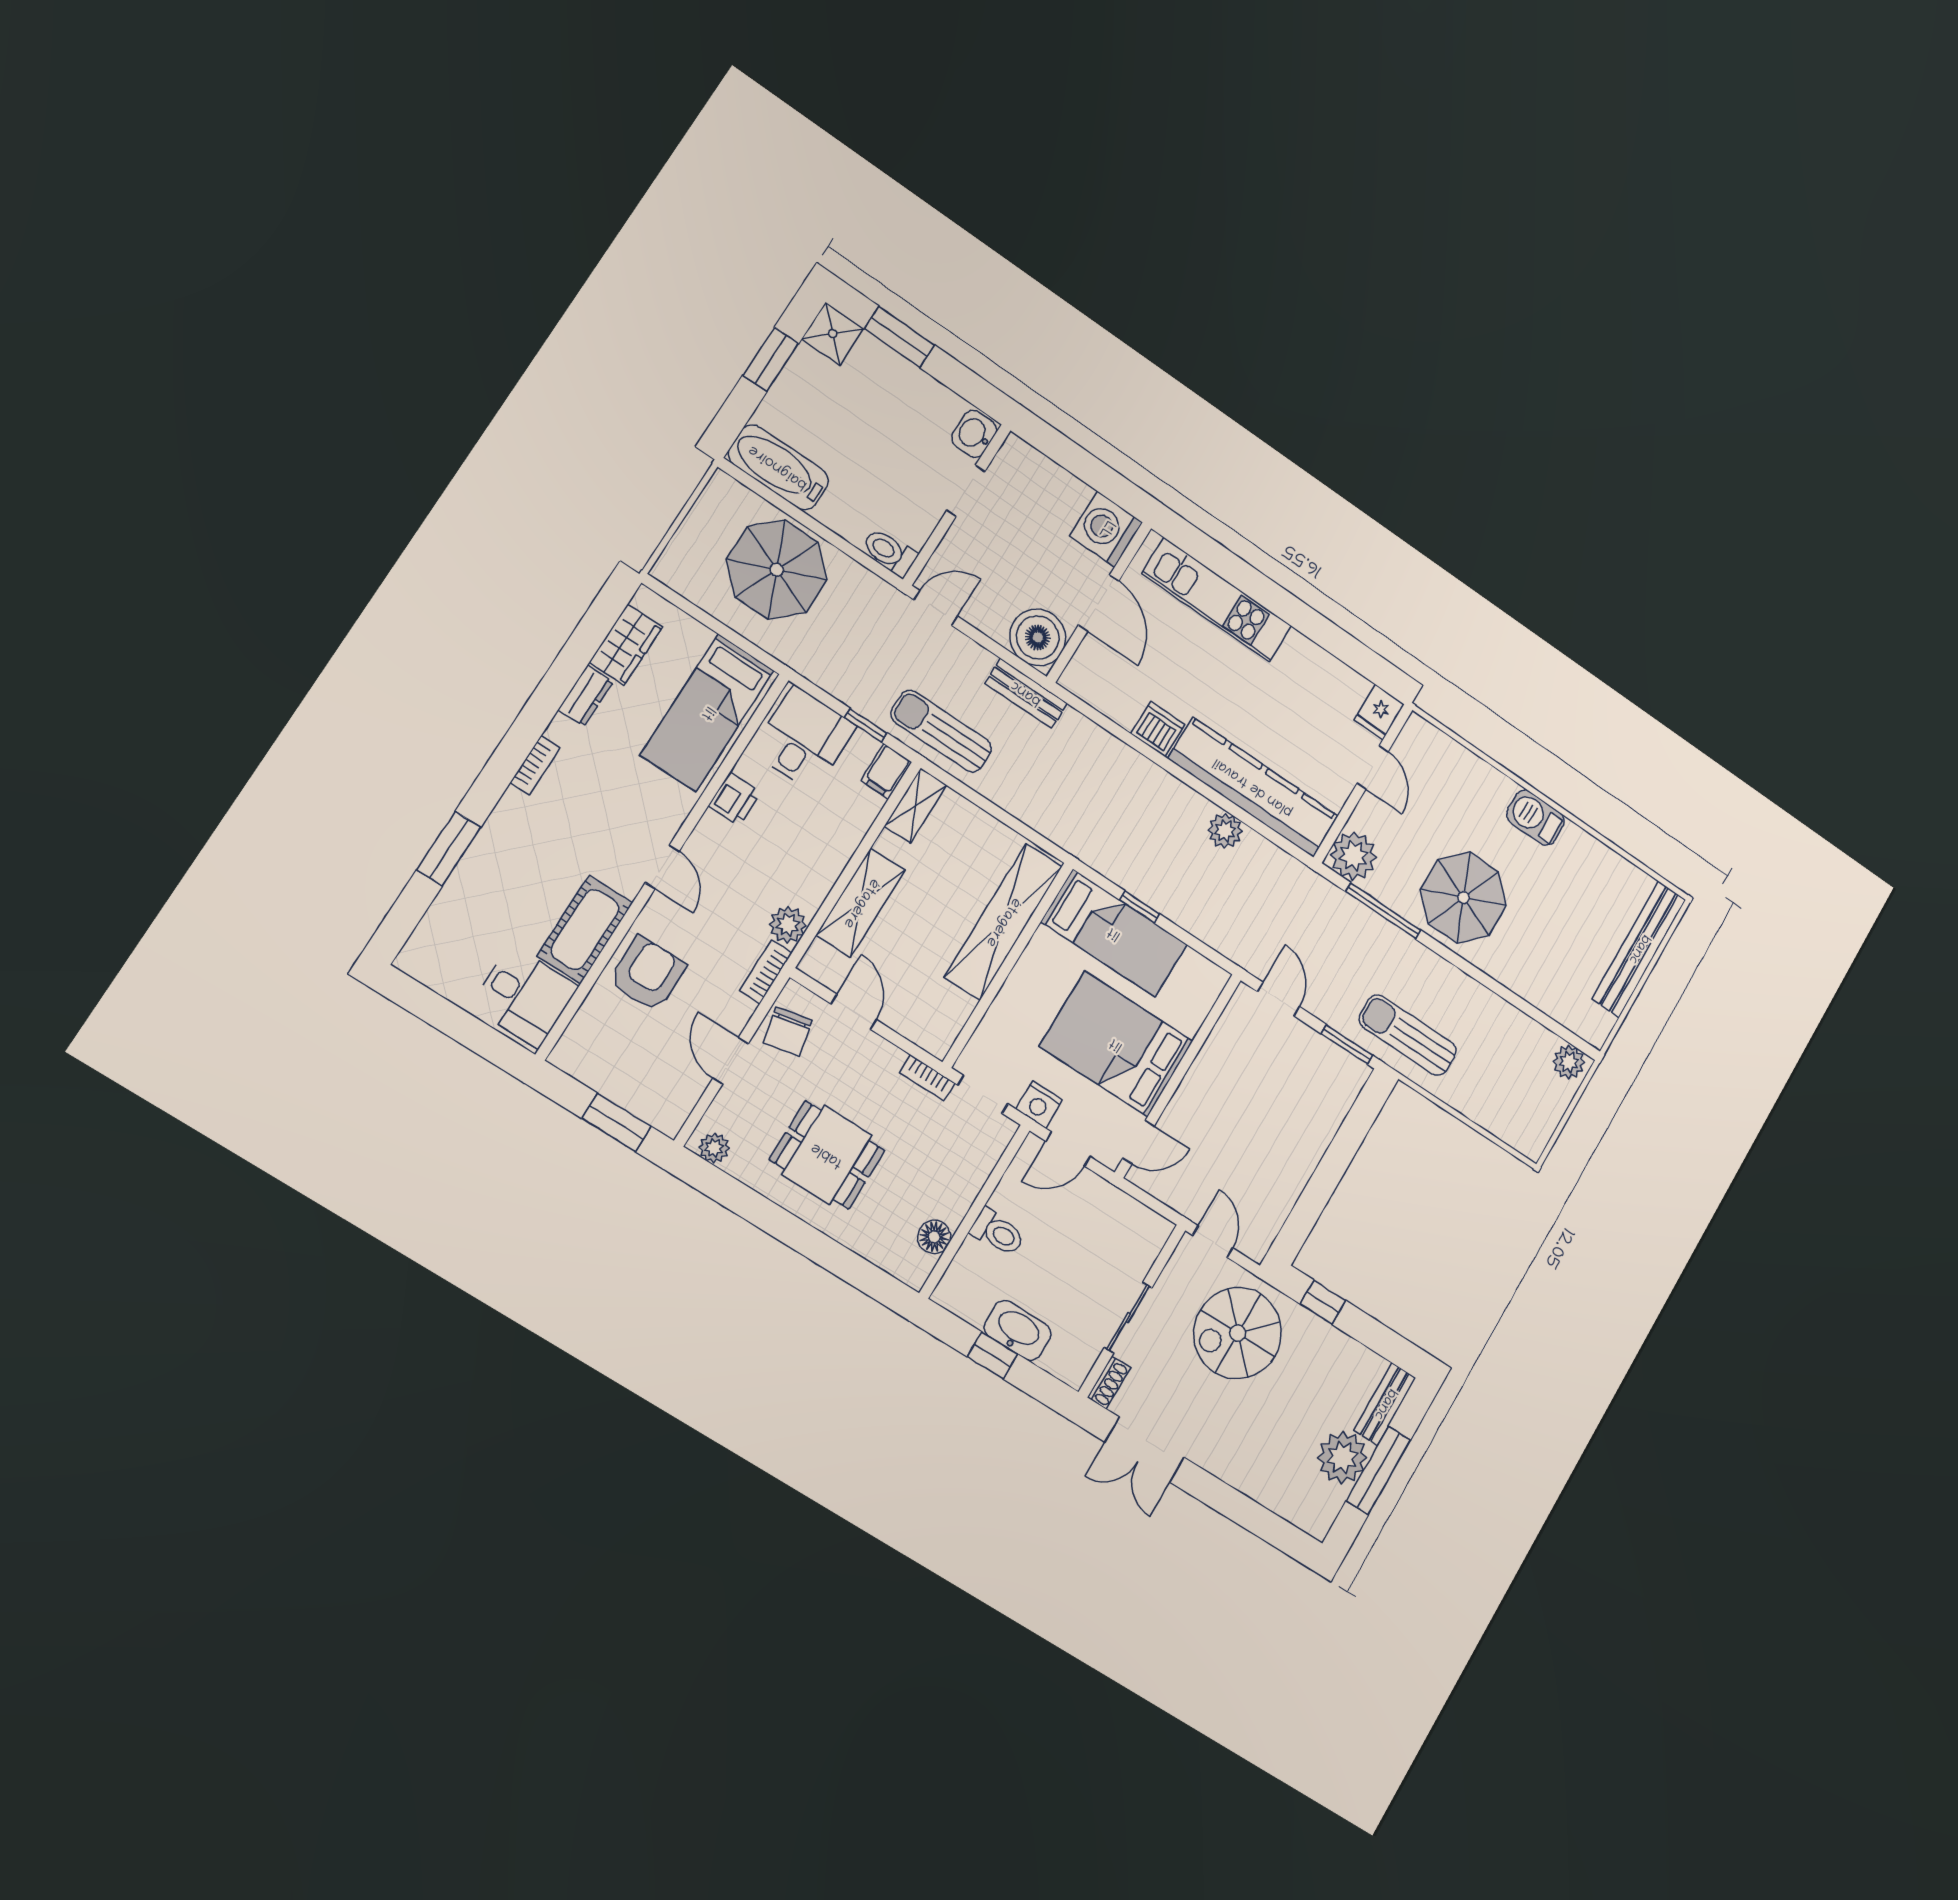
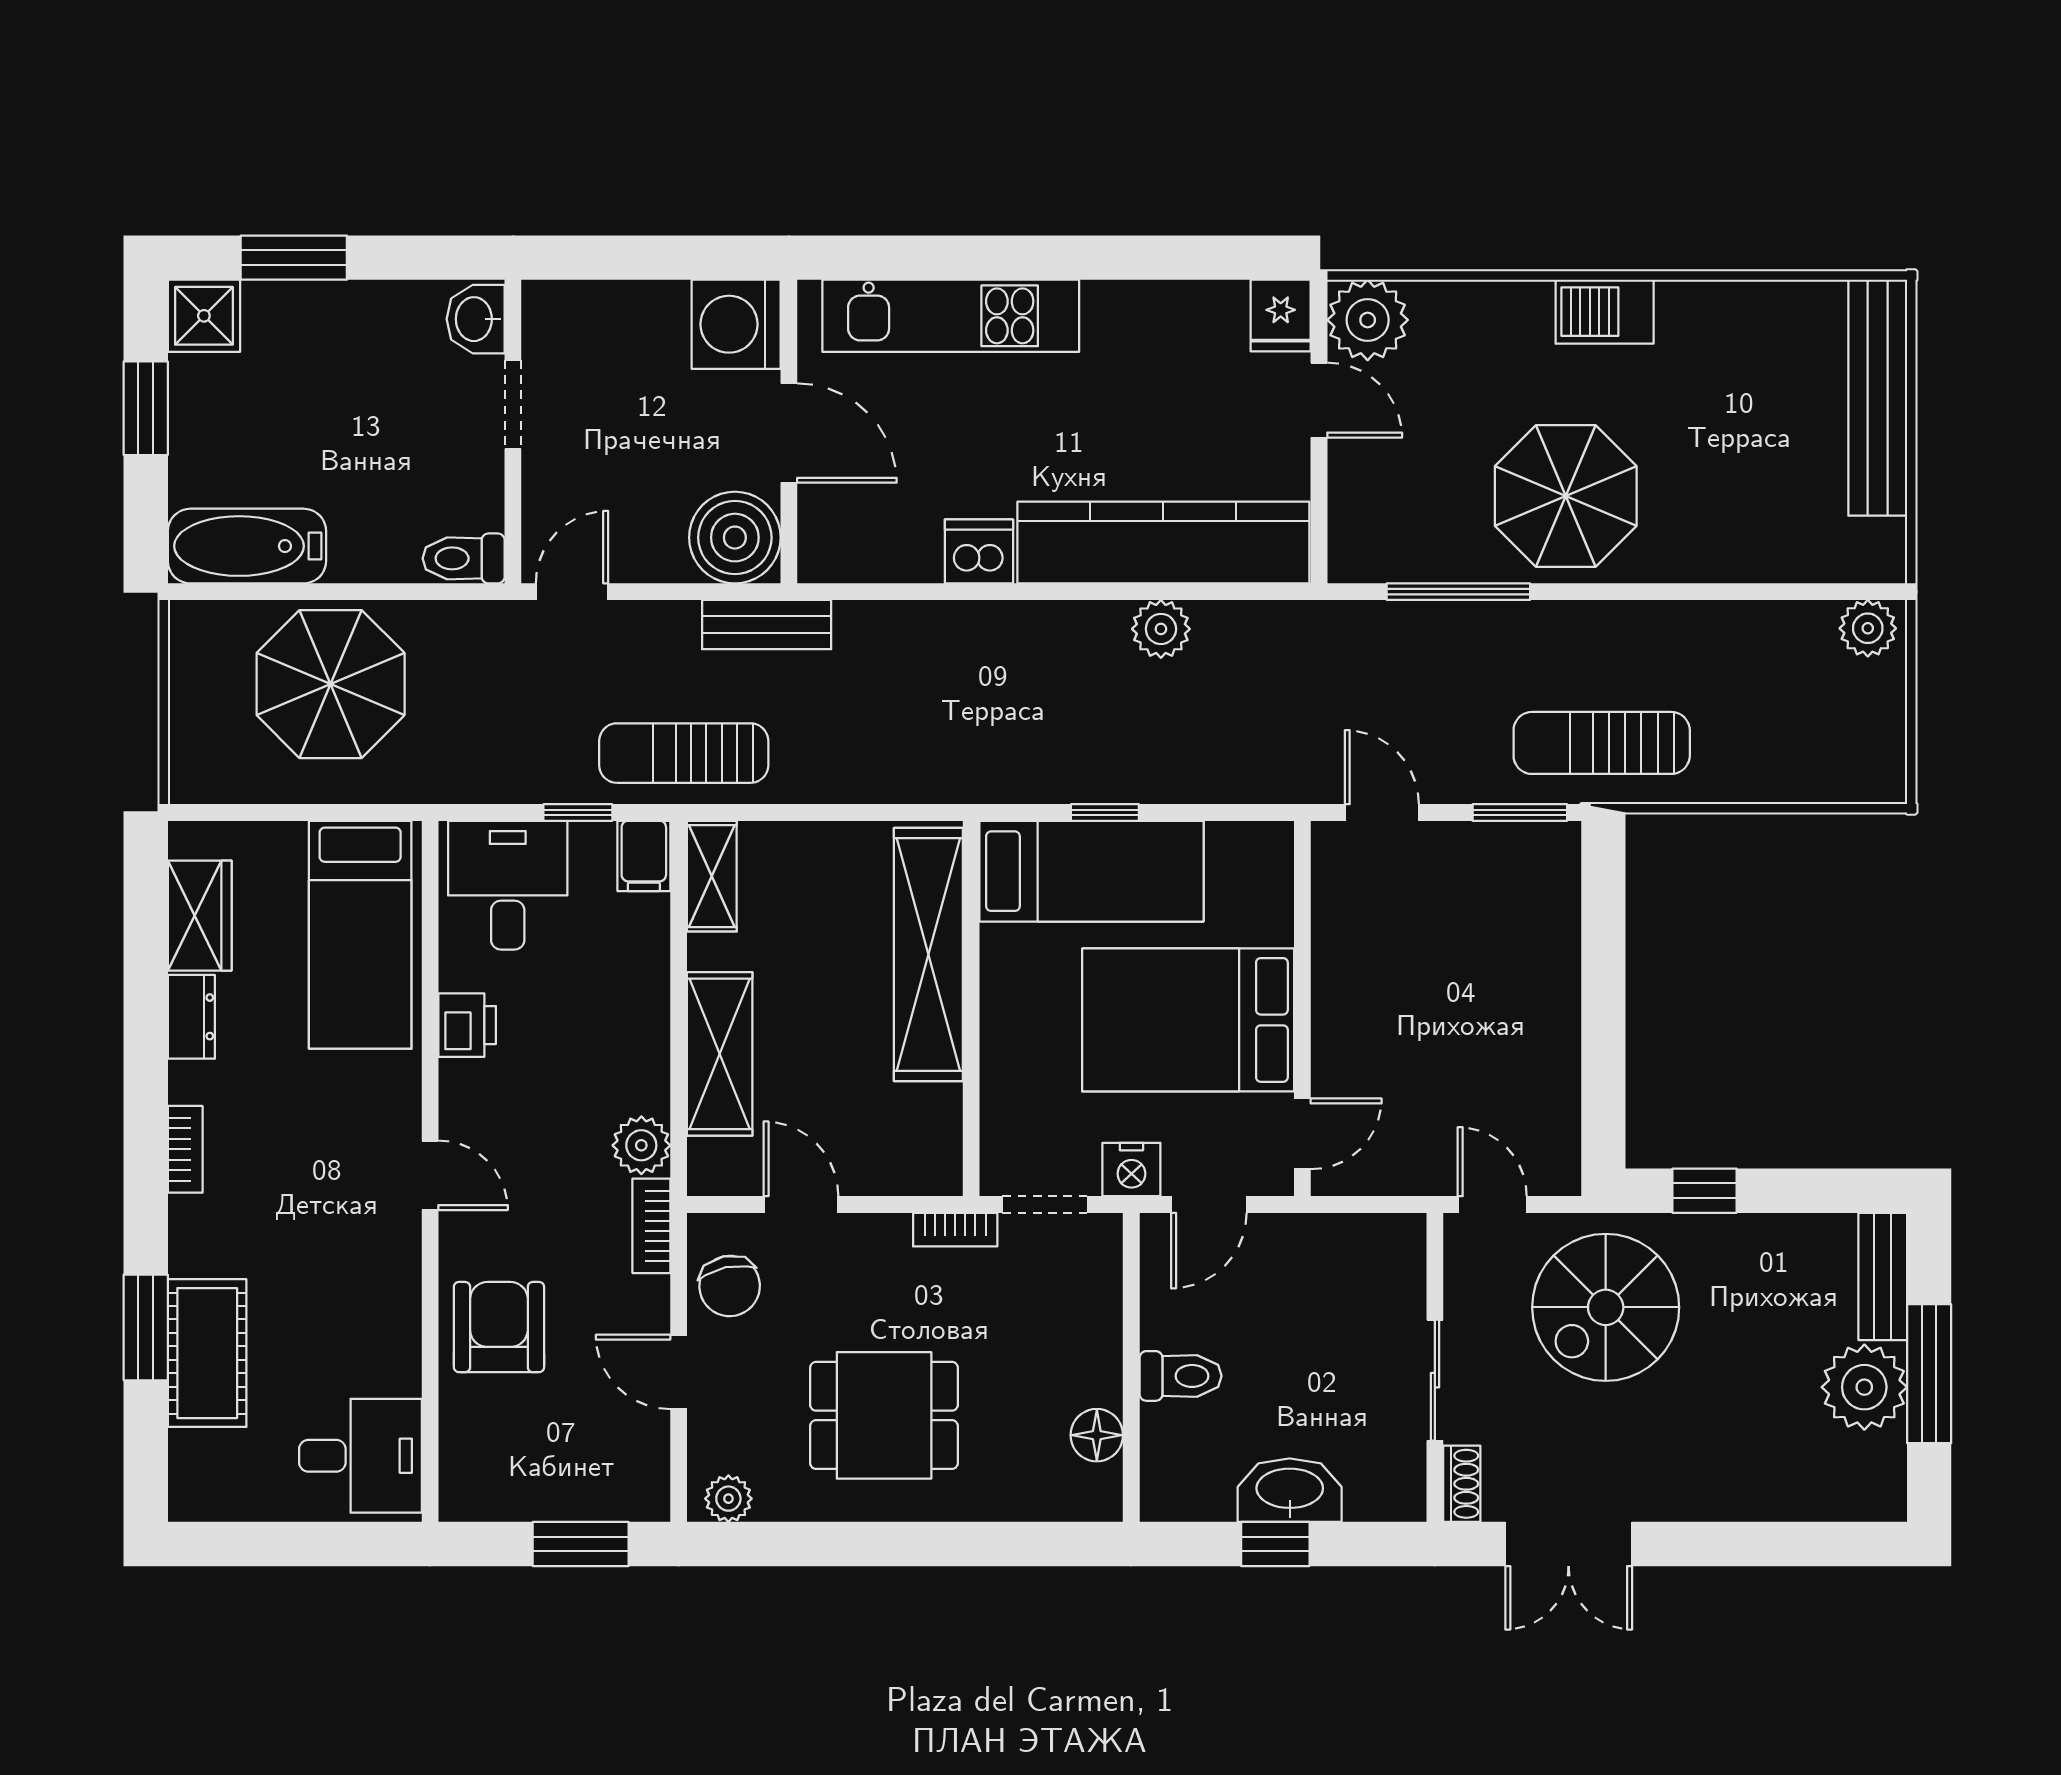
plant: (1353, 856) -> (1368, 320), moved
cot: (585, 929) -> (207, 1353), moved

